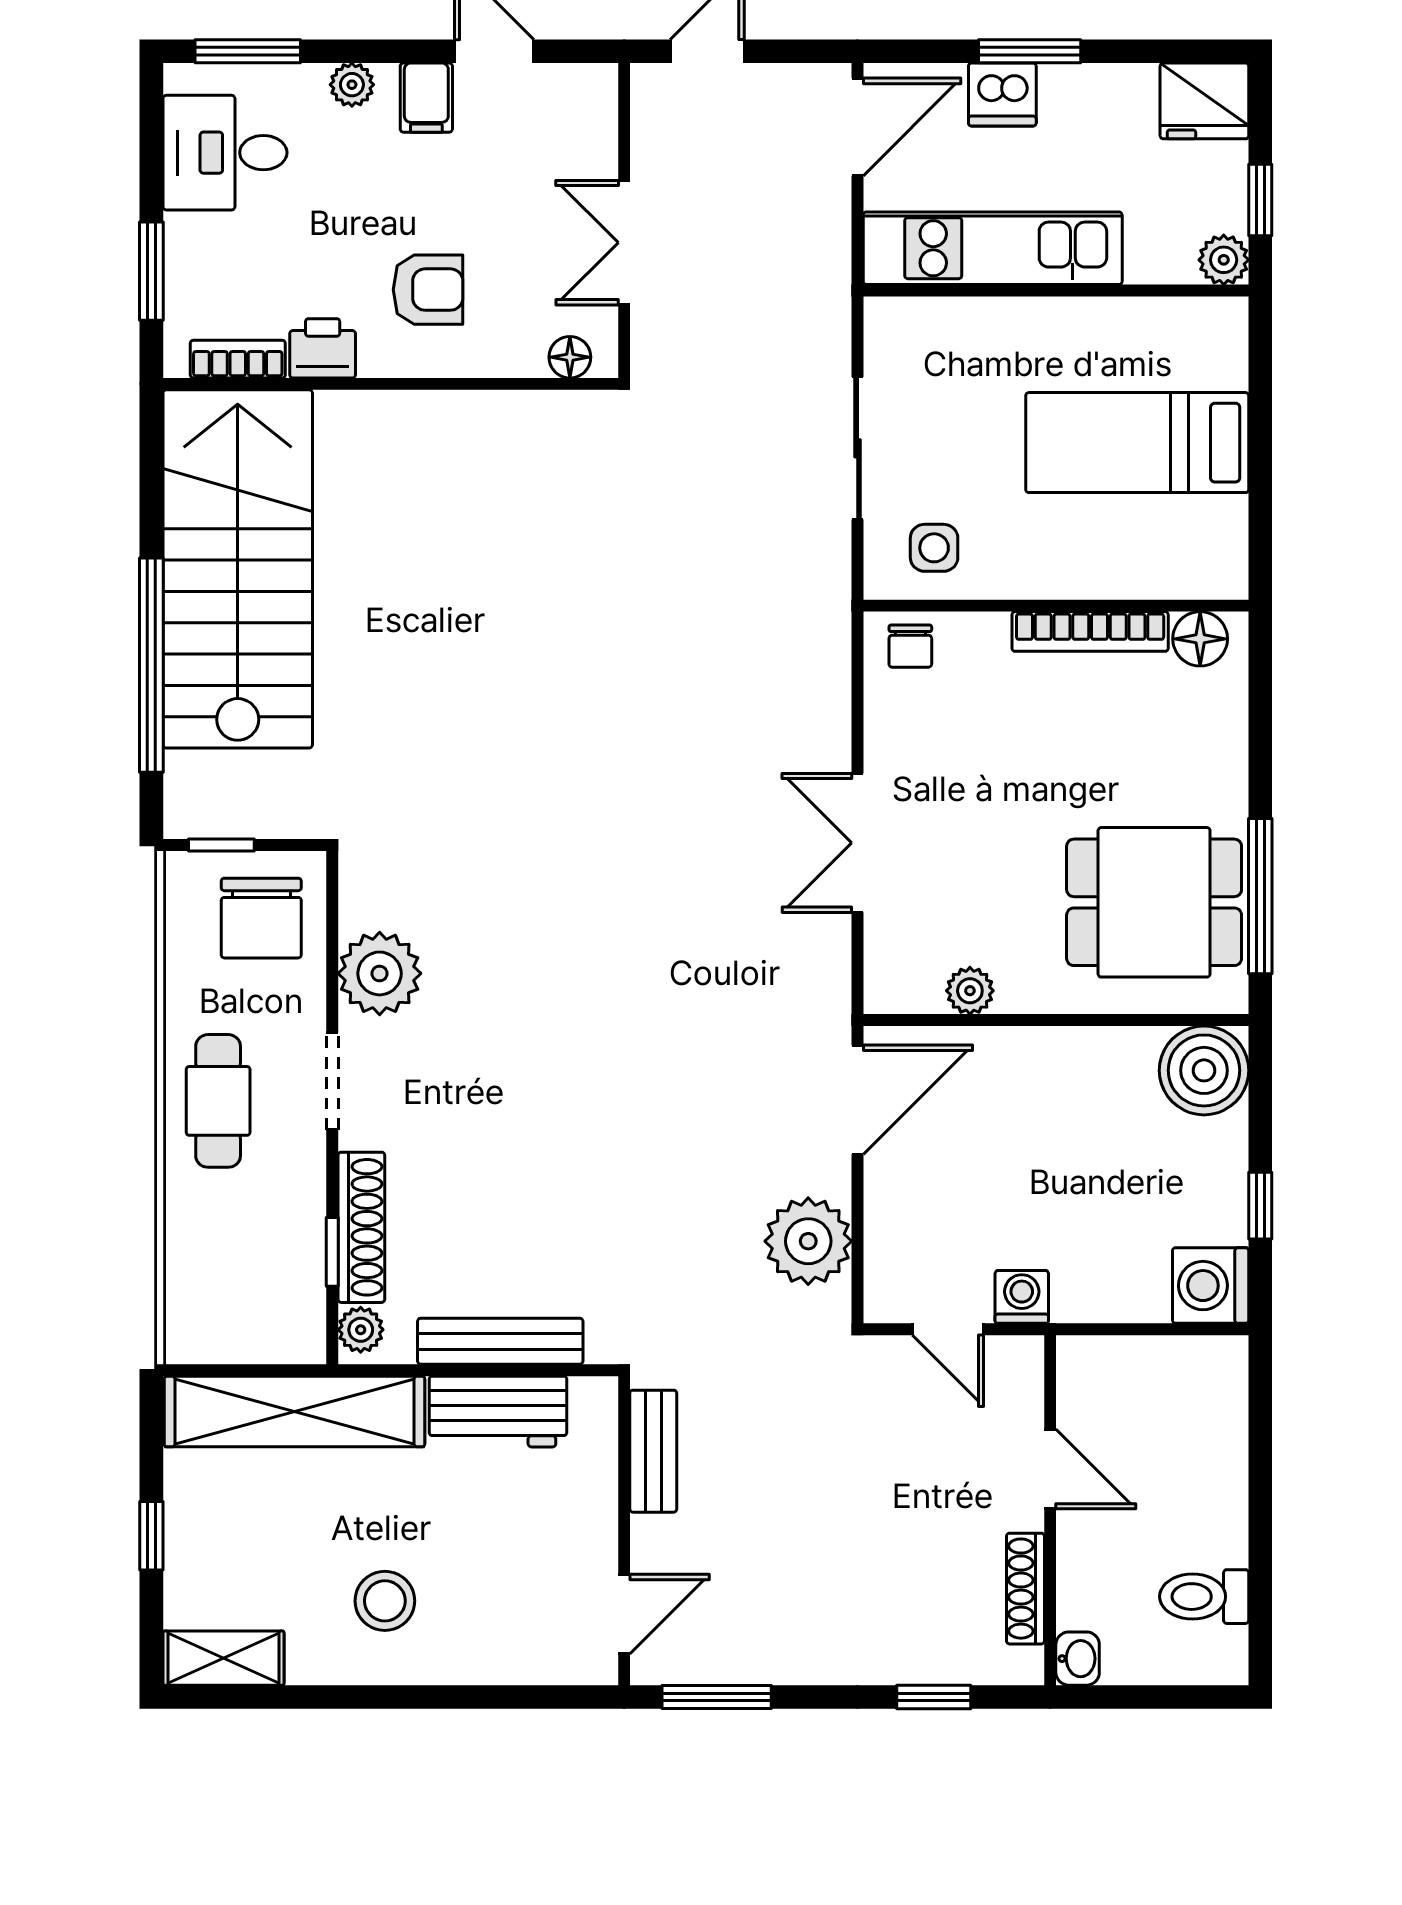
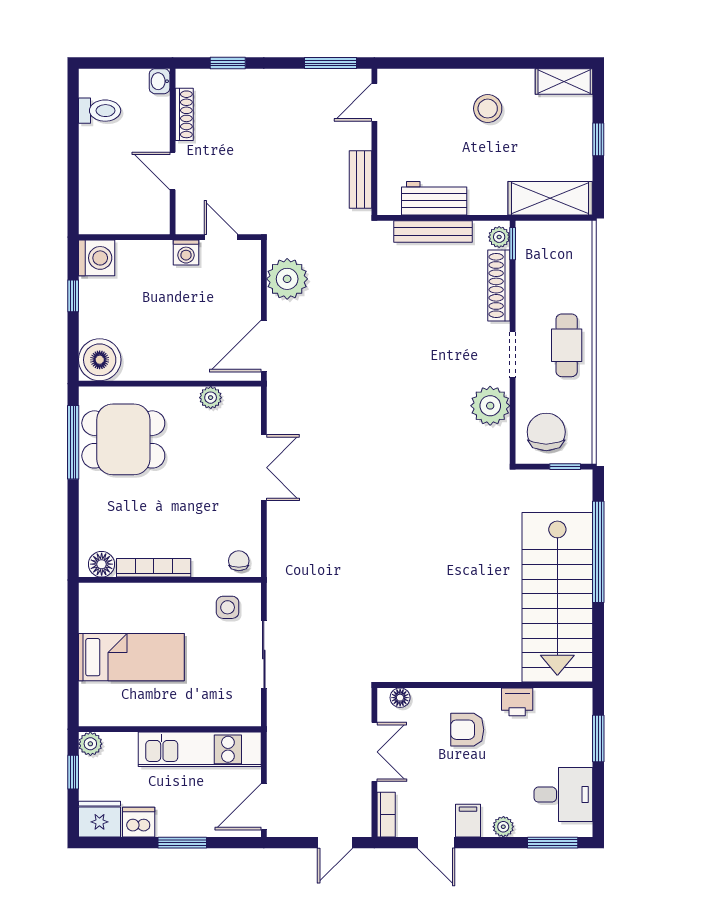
dishwasher: (1002, 94) -> (139, 822), moved
bookcase: (238, 359) -> (386, 815), moved, turned -90
window: (332, 1252) -> (513, 244), moved
shelving: (294, 1412) -> (550, 198), width x0.68

